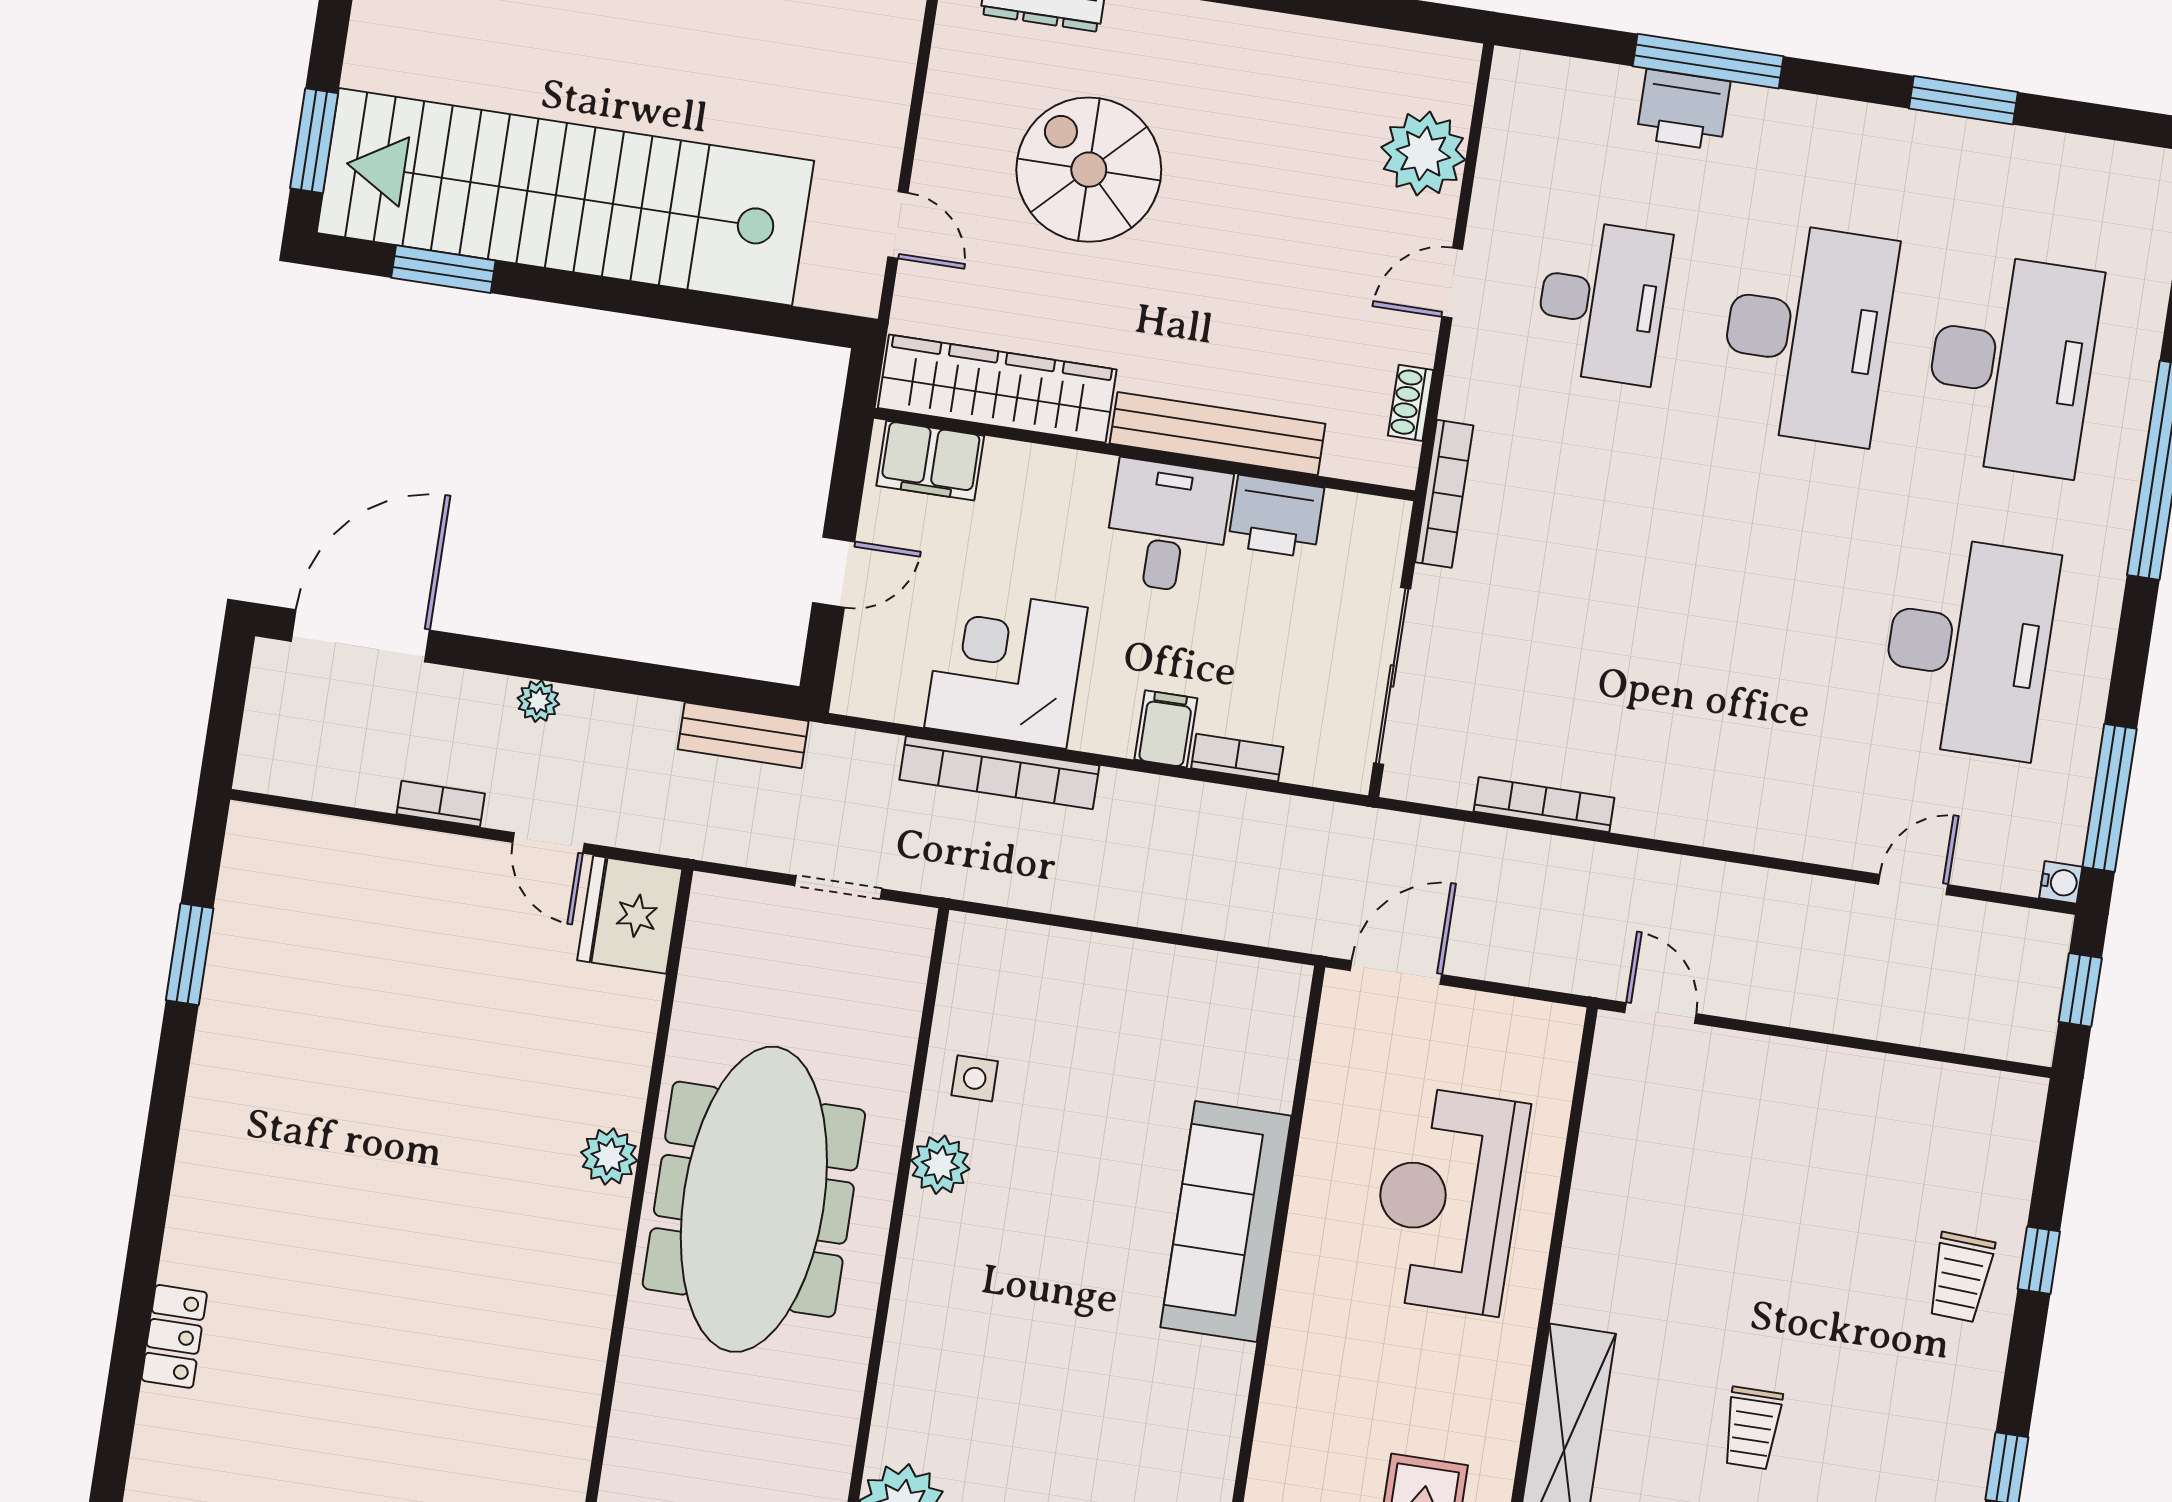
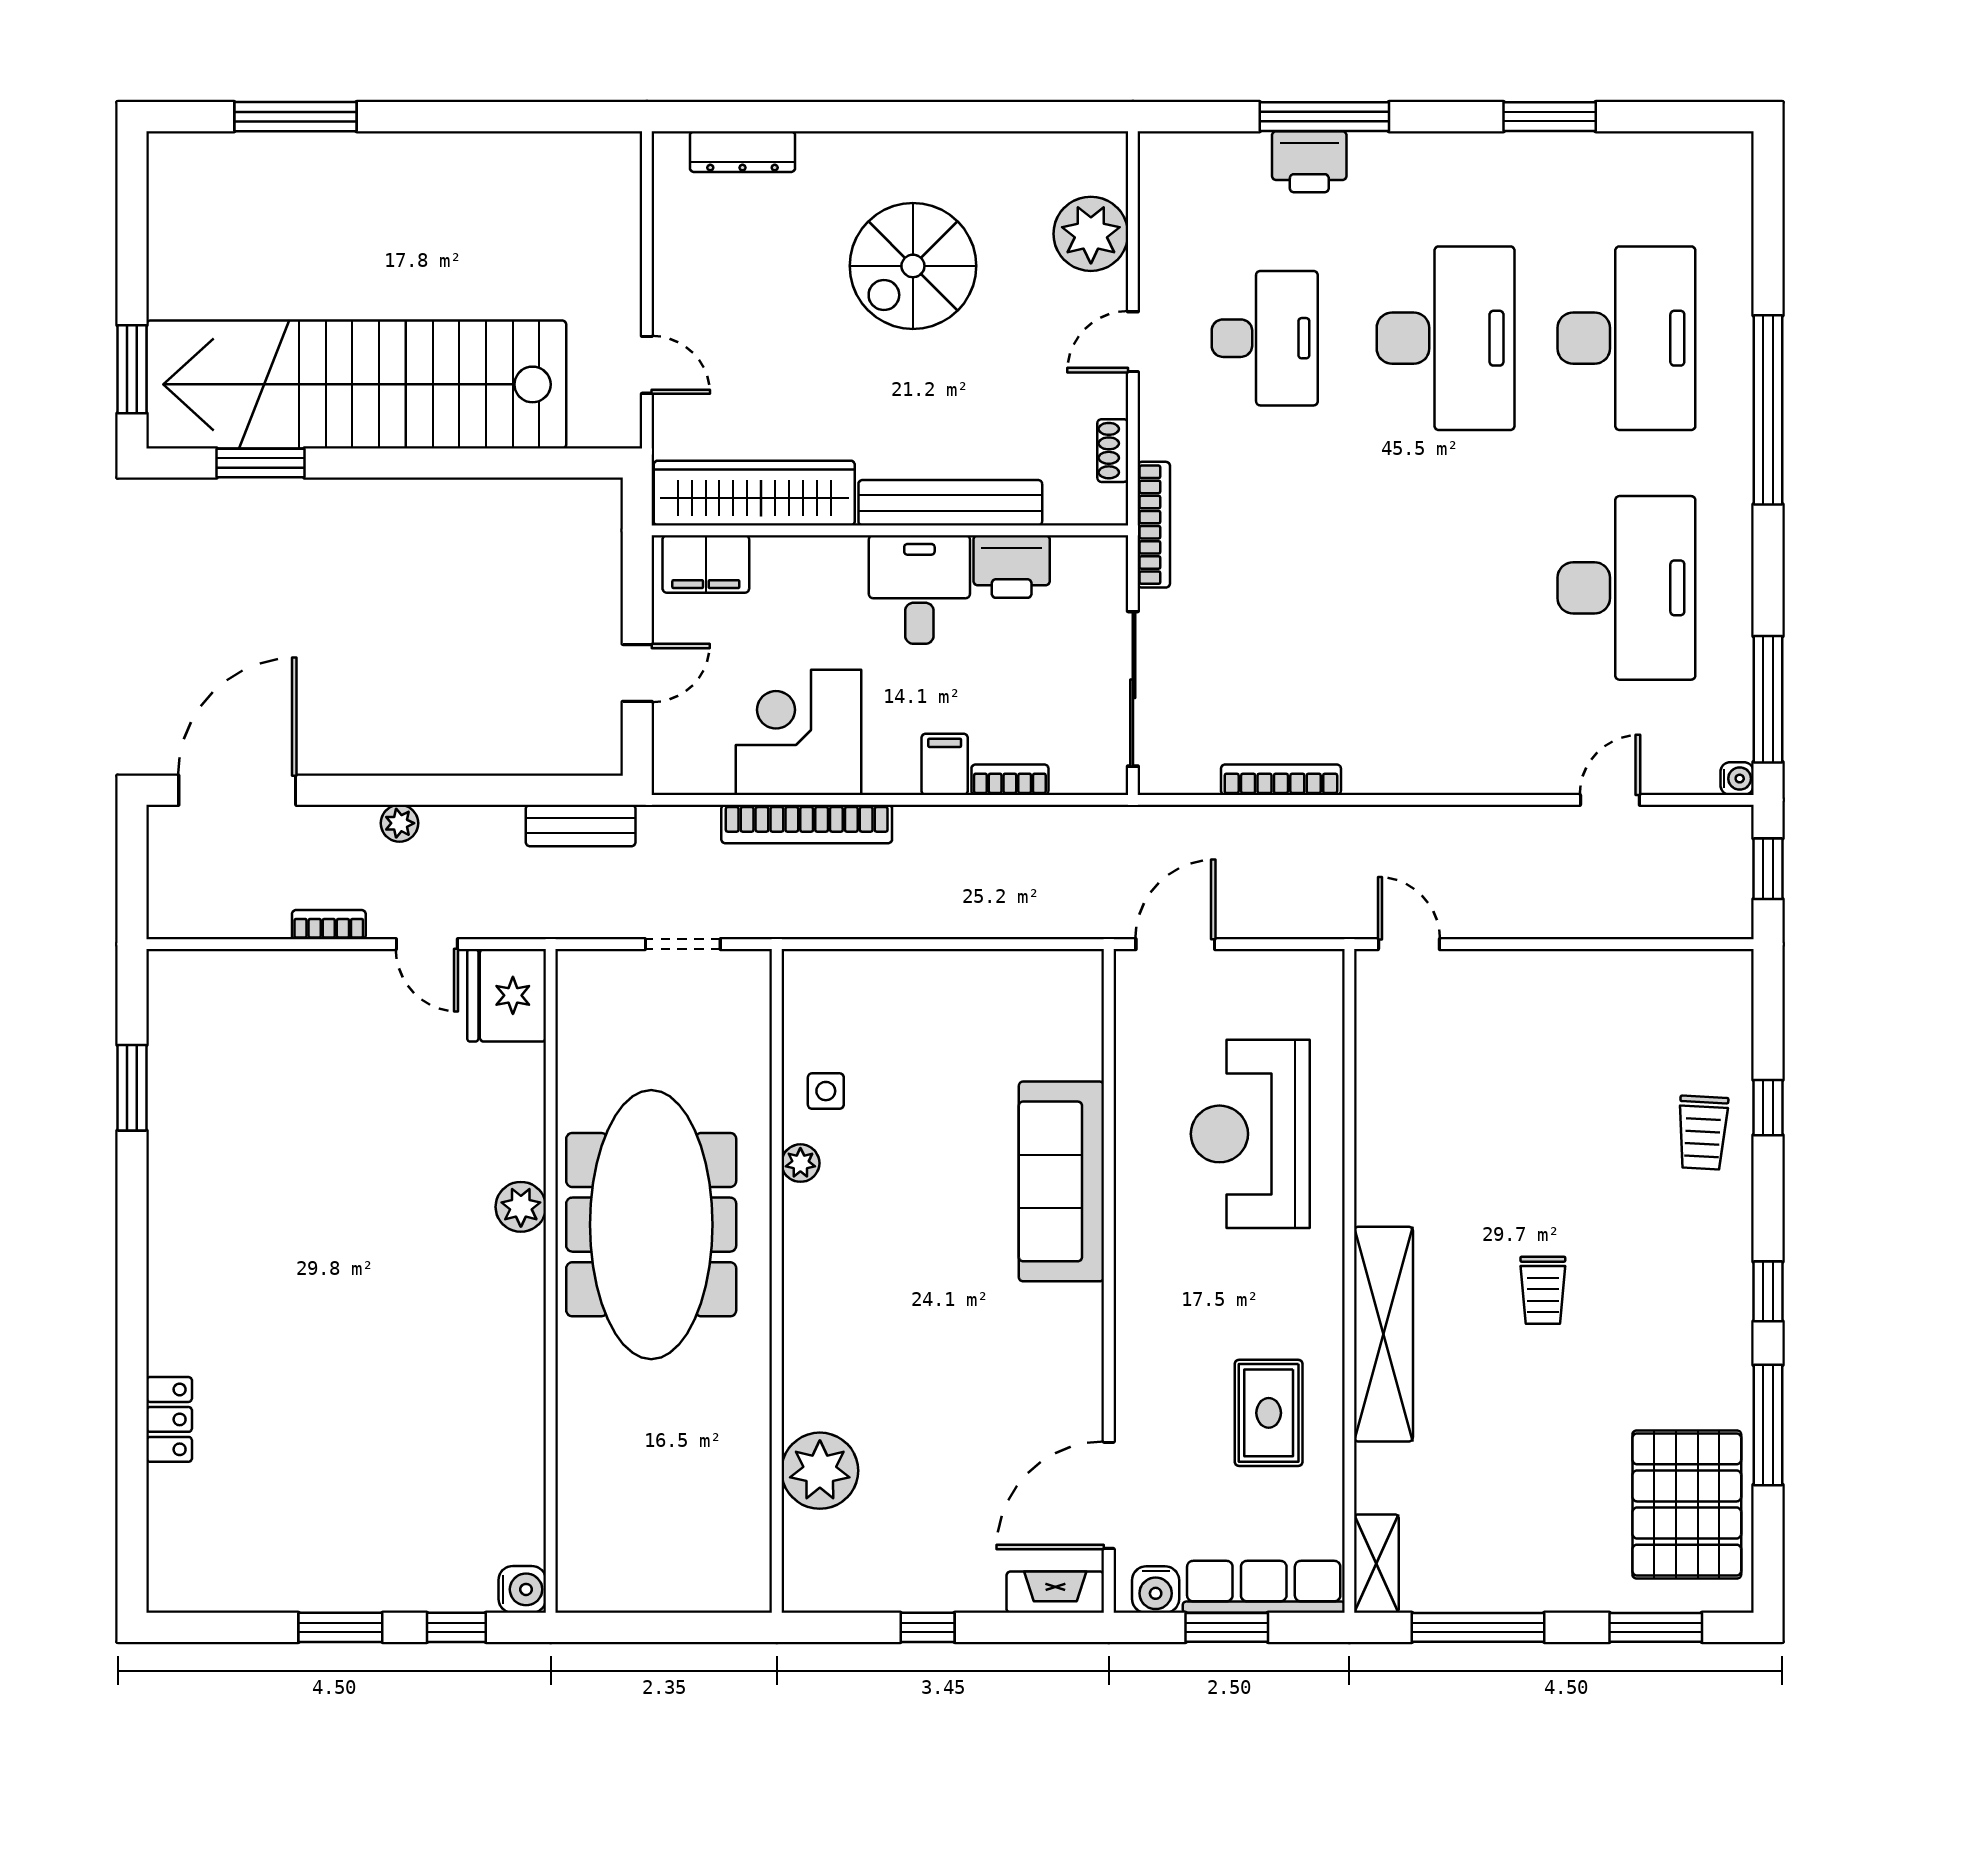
spiral stairs: (1089, 170) -> (913, 266), moved, turned -90
plant: (940, 1165) -> (800, 1163), width x0.73, depth x0.73

